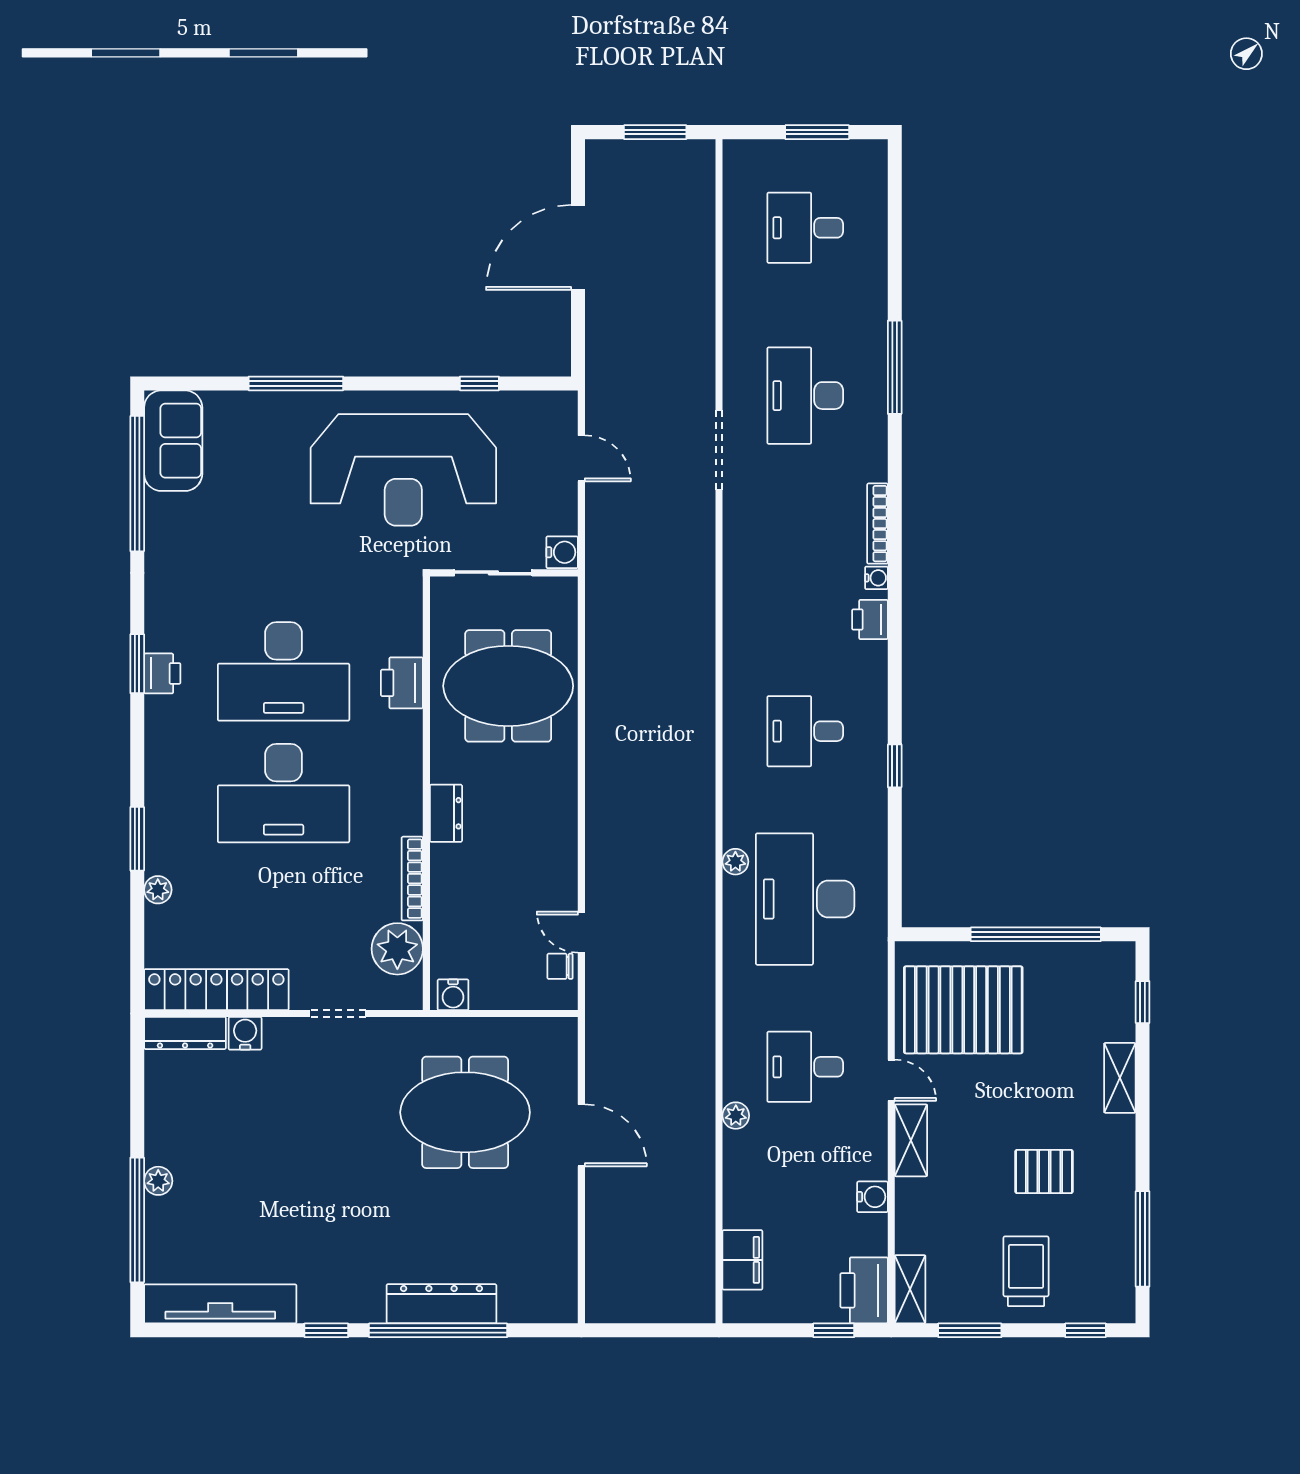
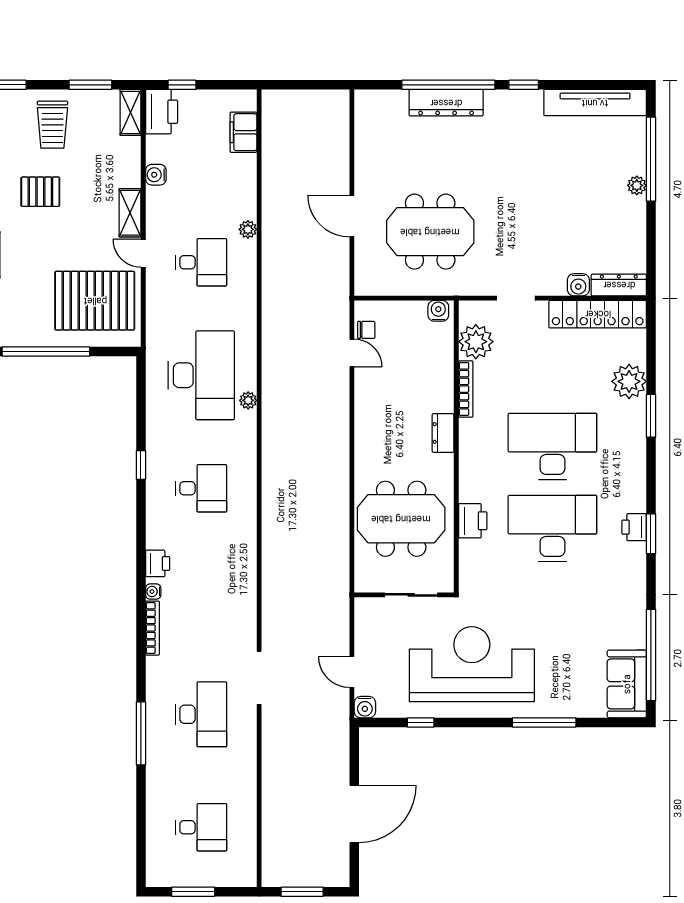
water cooler: (562, 552) -> (365, 707), moved, turned -90
plant: (158, 890) -> (629, 381), width x1.88, depth x1.88

